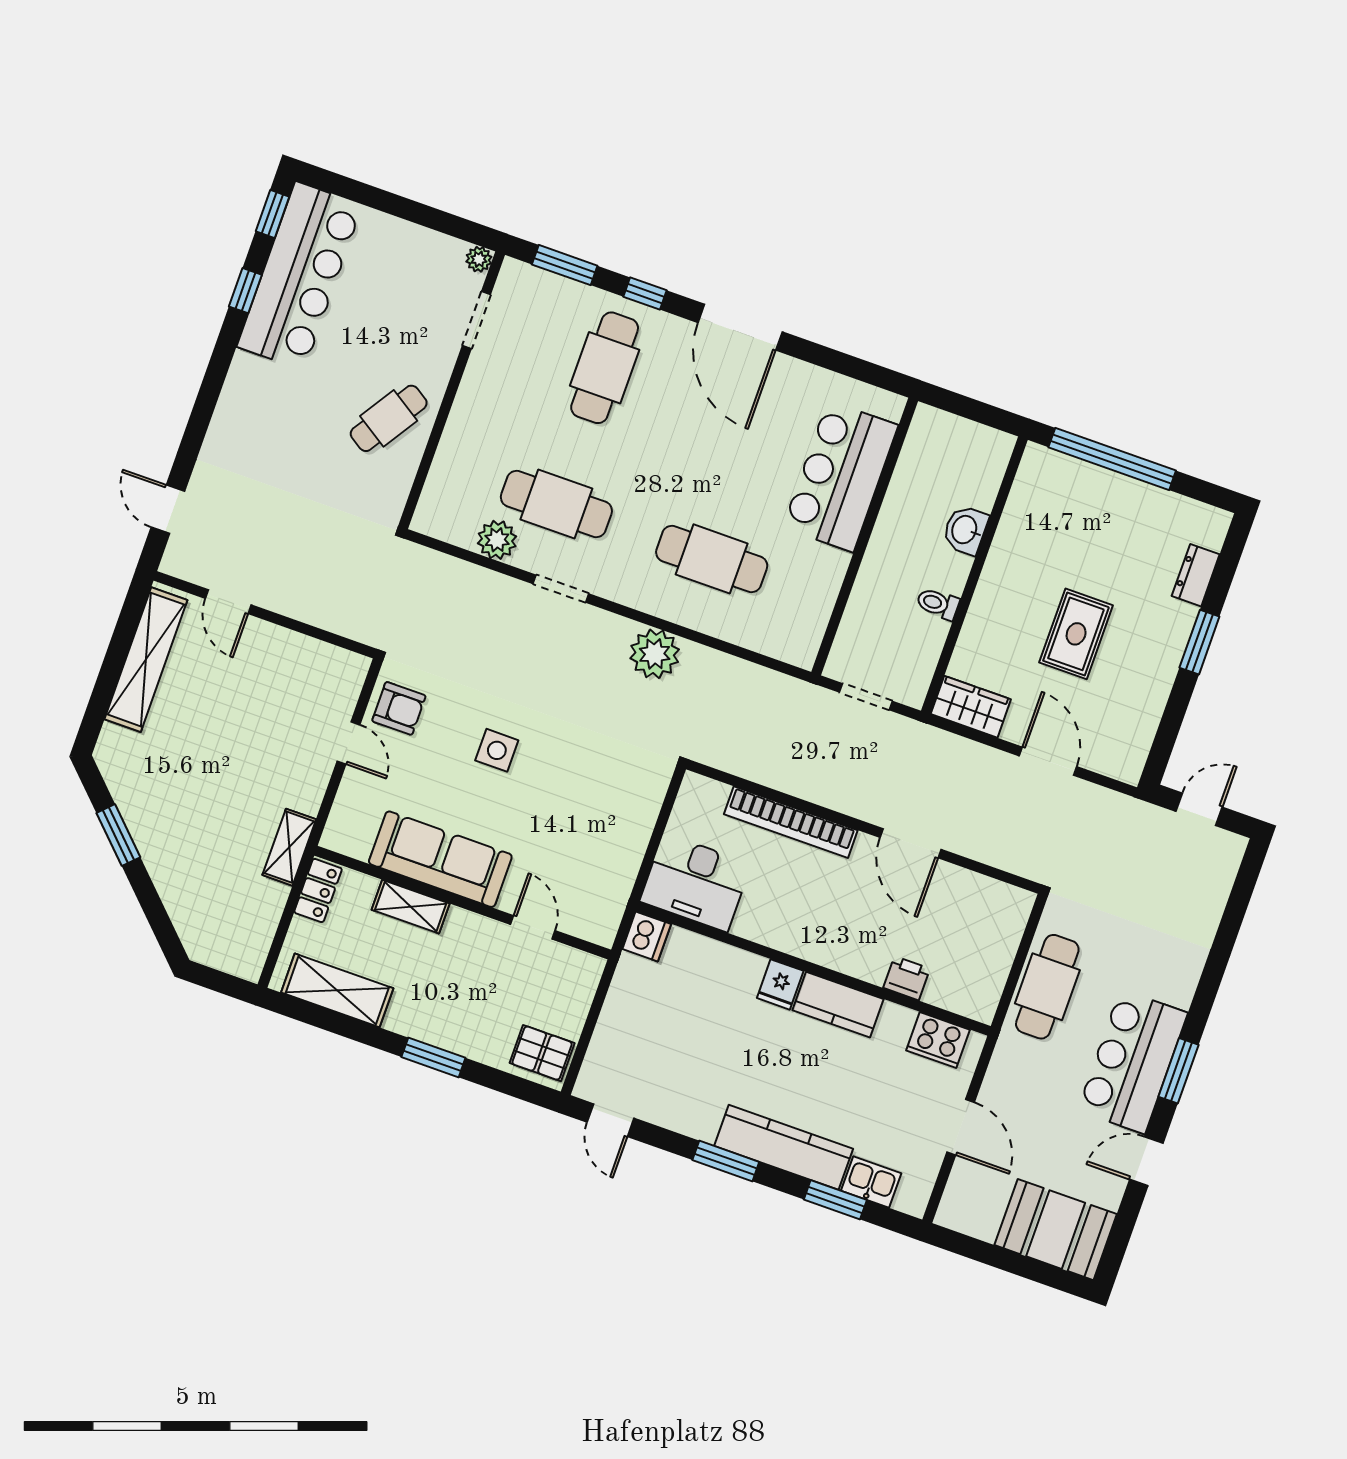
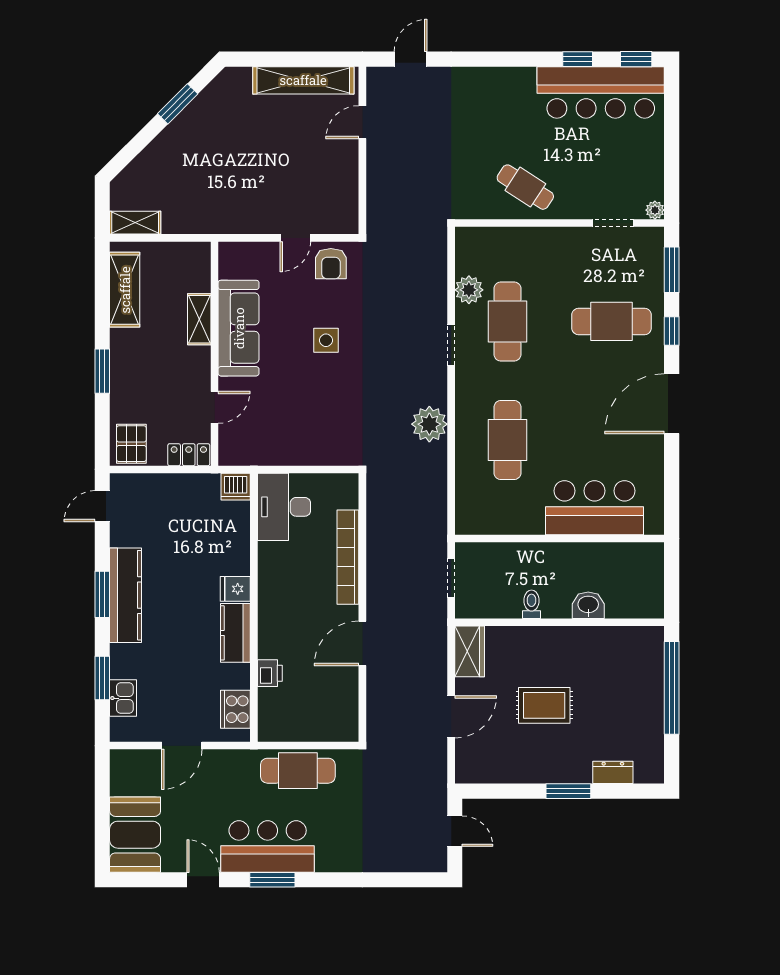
shelving: (289, 847) -> (135, 223), moved
locker: (318, 891) -> (189, 455), moved, turned 180
kitchen counter: (784, 1147) -> (126, 595), moved

